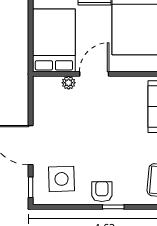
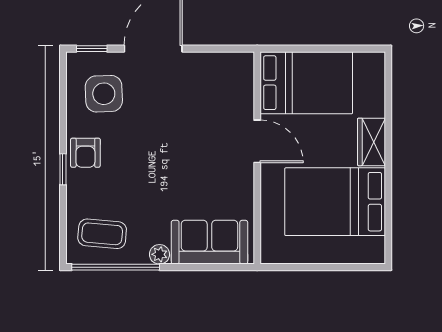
plant: (69, 83) -> (244, 104), removed
armchair: (102, 192) -> (85, 153), turned 90

